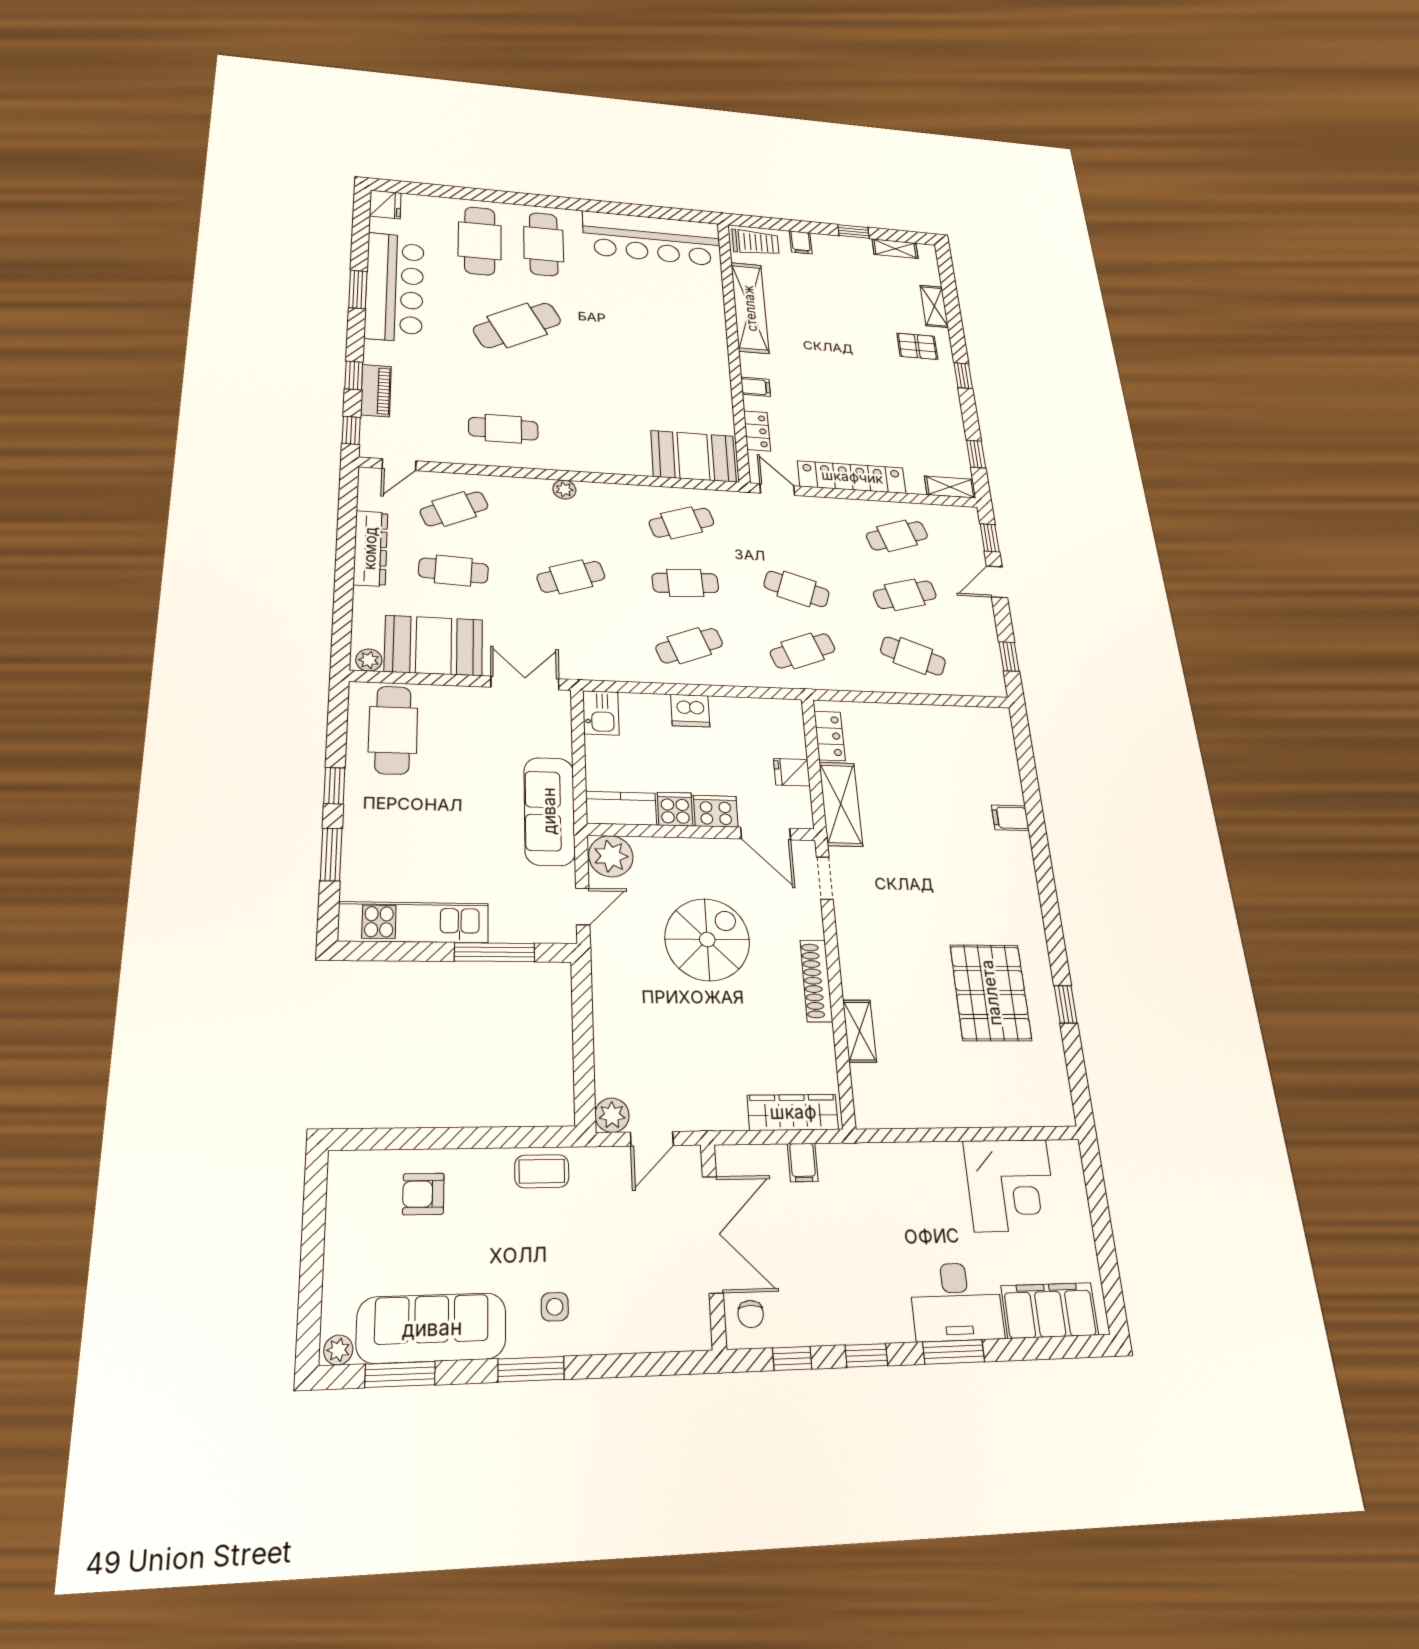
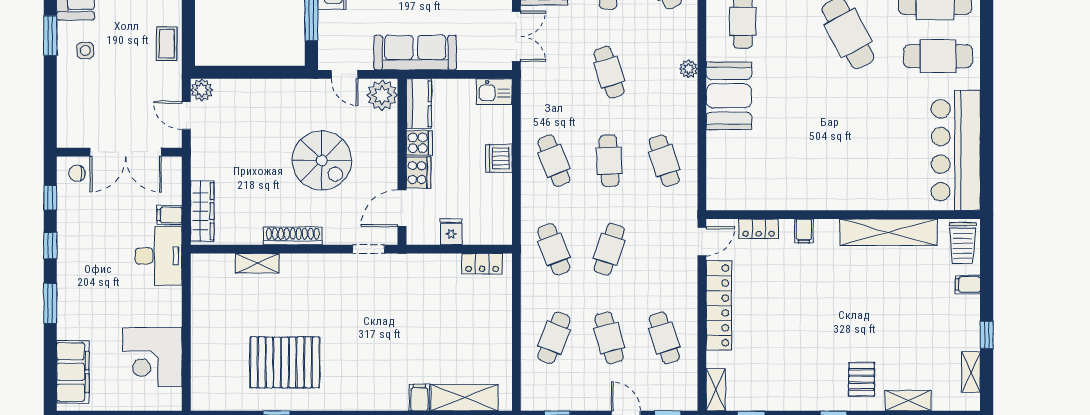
booth: (693, 456) -> (729, 96), moved
shelving: (841, 804) -> (464, 398), moved
desk: (956, 1302) -> (158, 256), moved, turned 180

